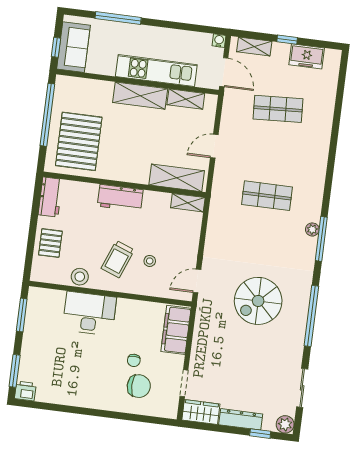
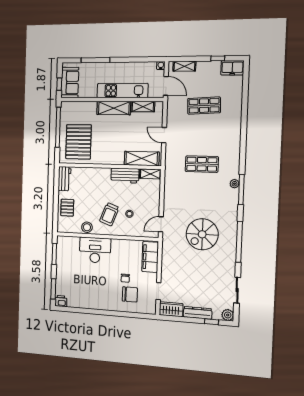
window: (287, 40) -> (218, 58), moved
freezer: (307, 56) -> (232, 68), moved
door: (214, 146) -> (164, 135), hinge flipped
workbench: (120, 198) -> (125, 176), moved

